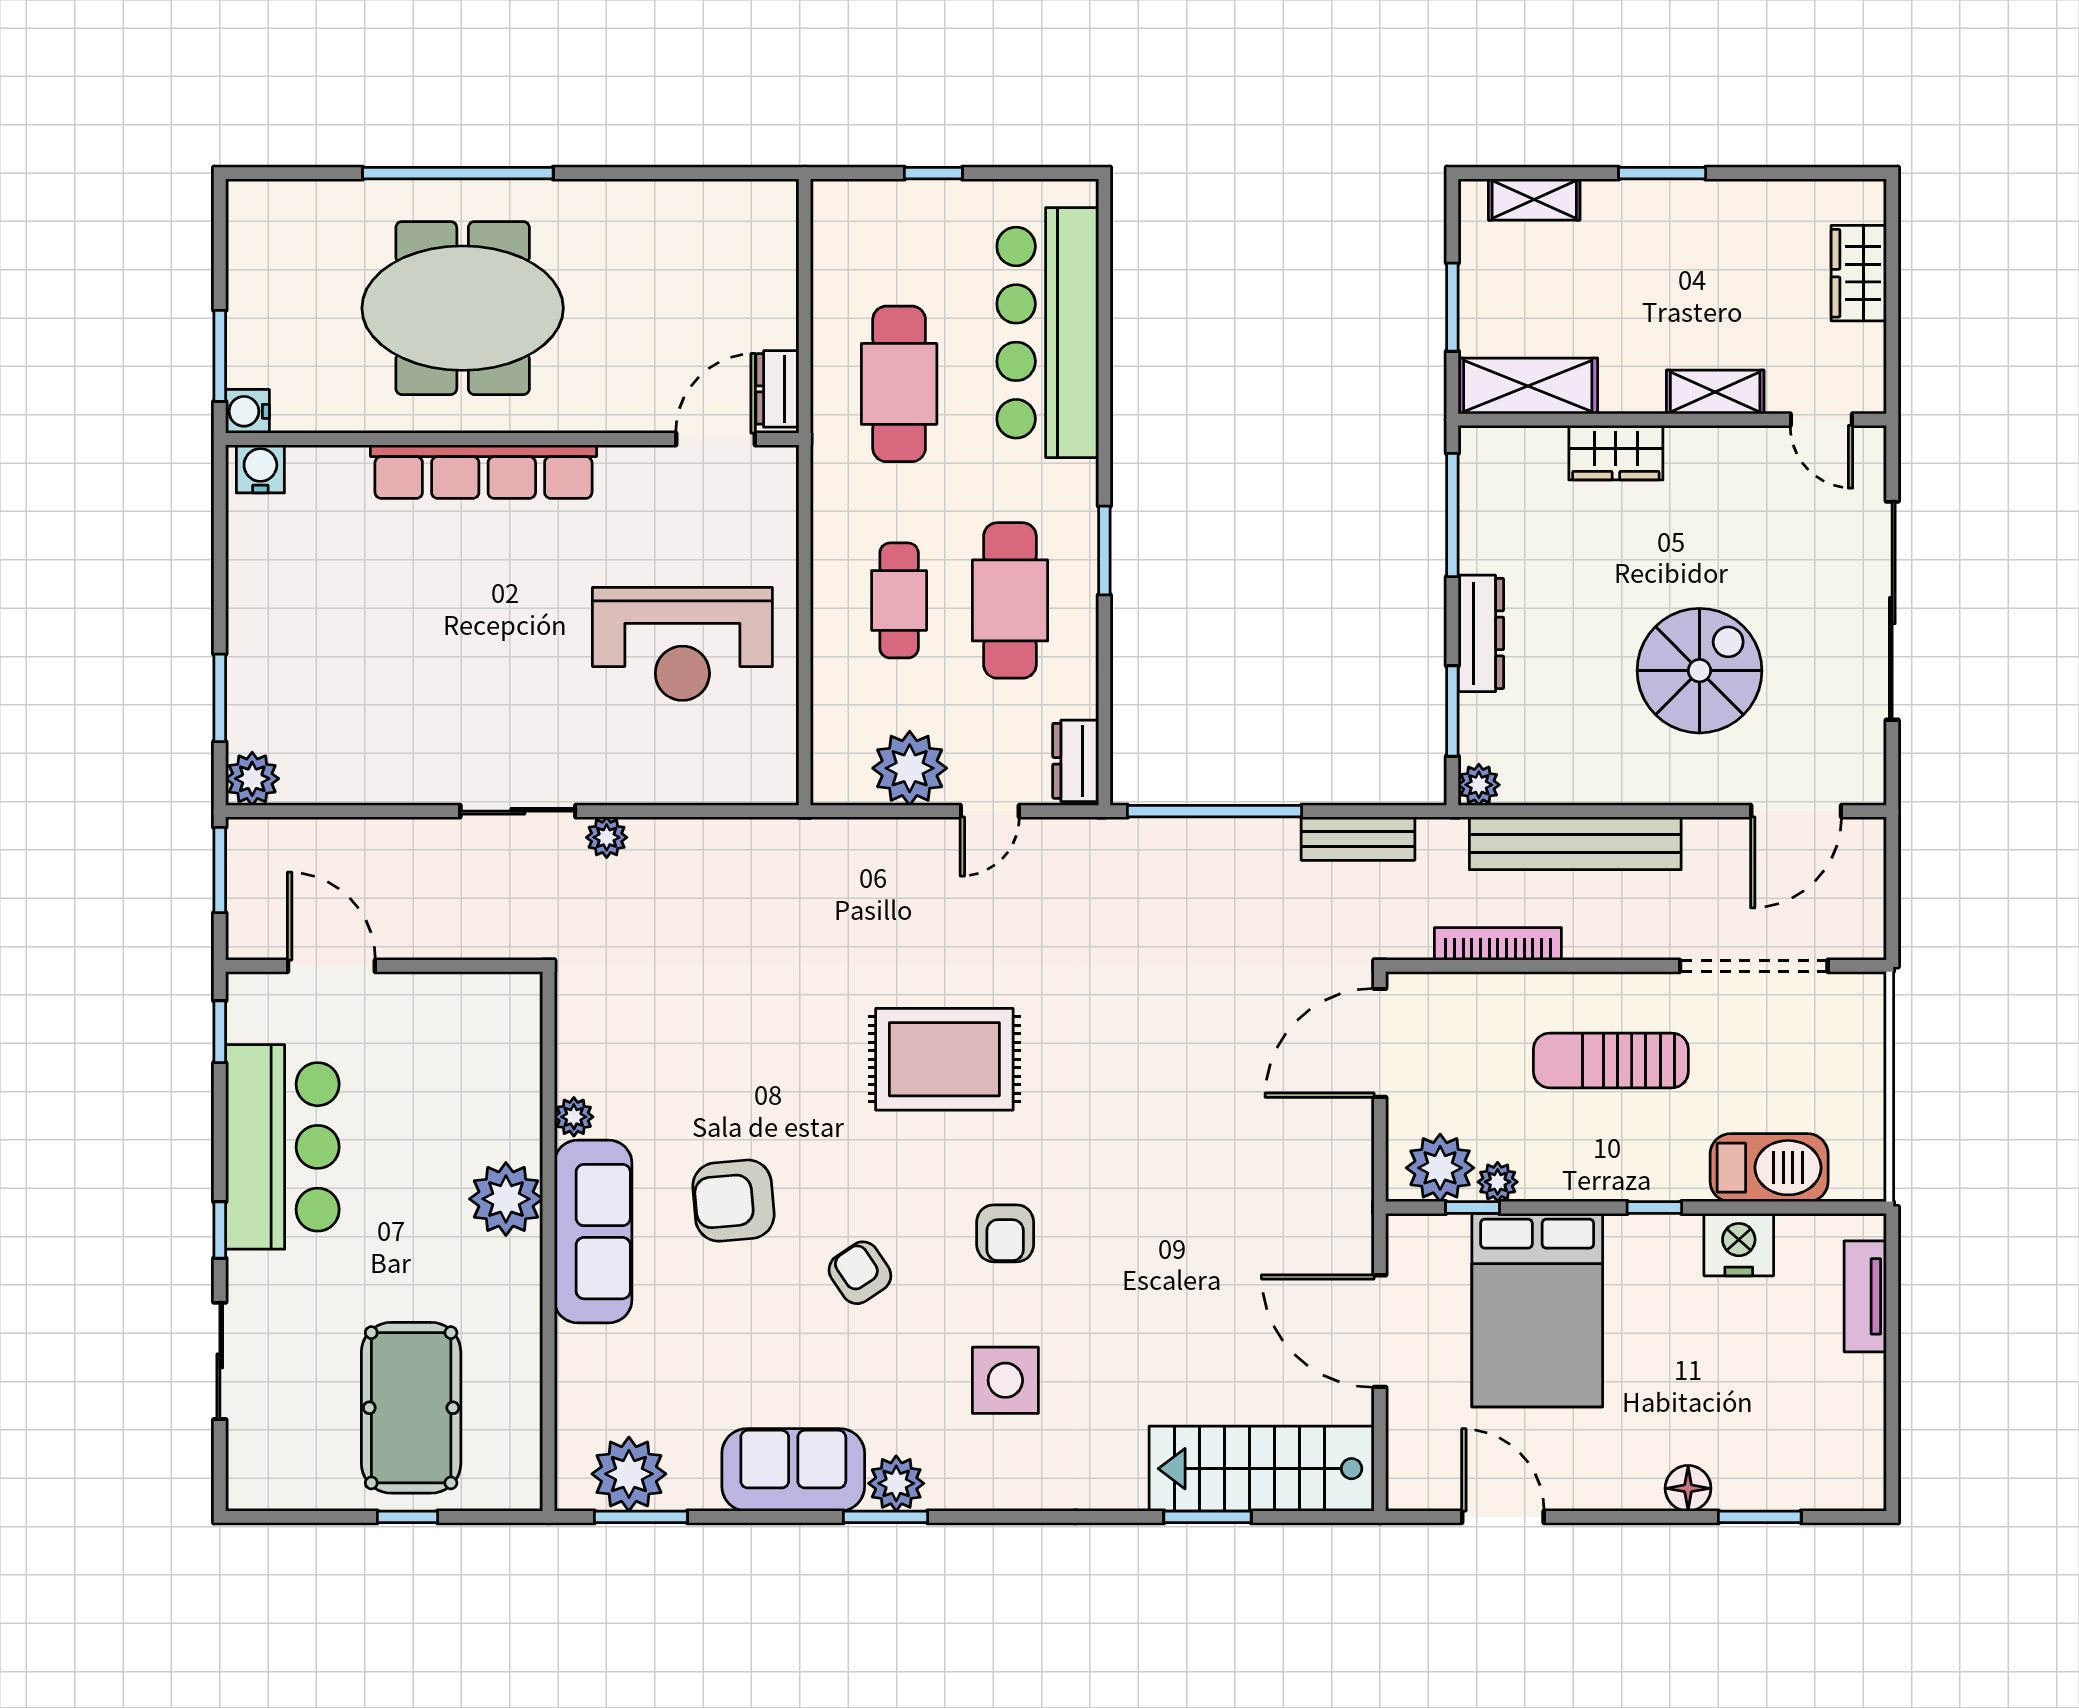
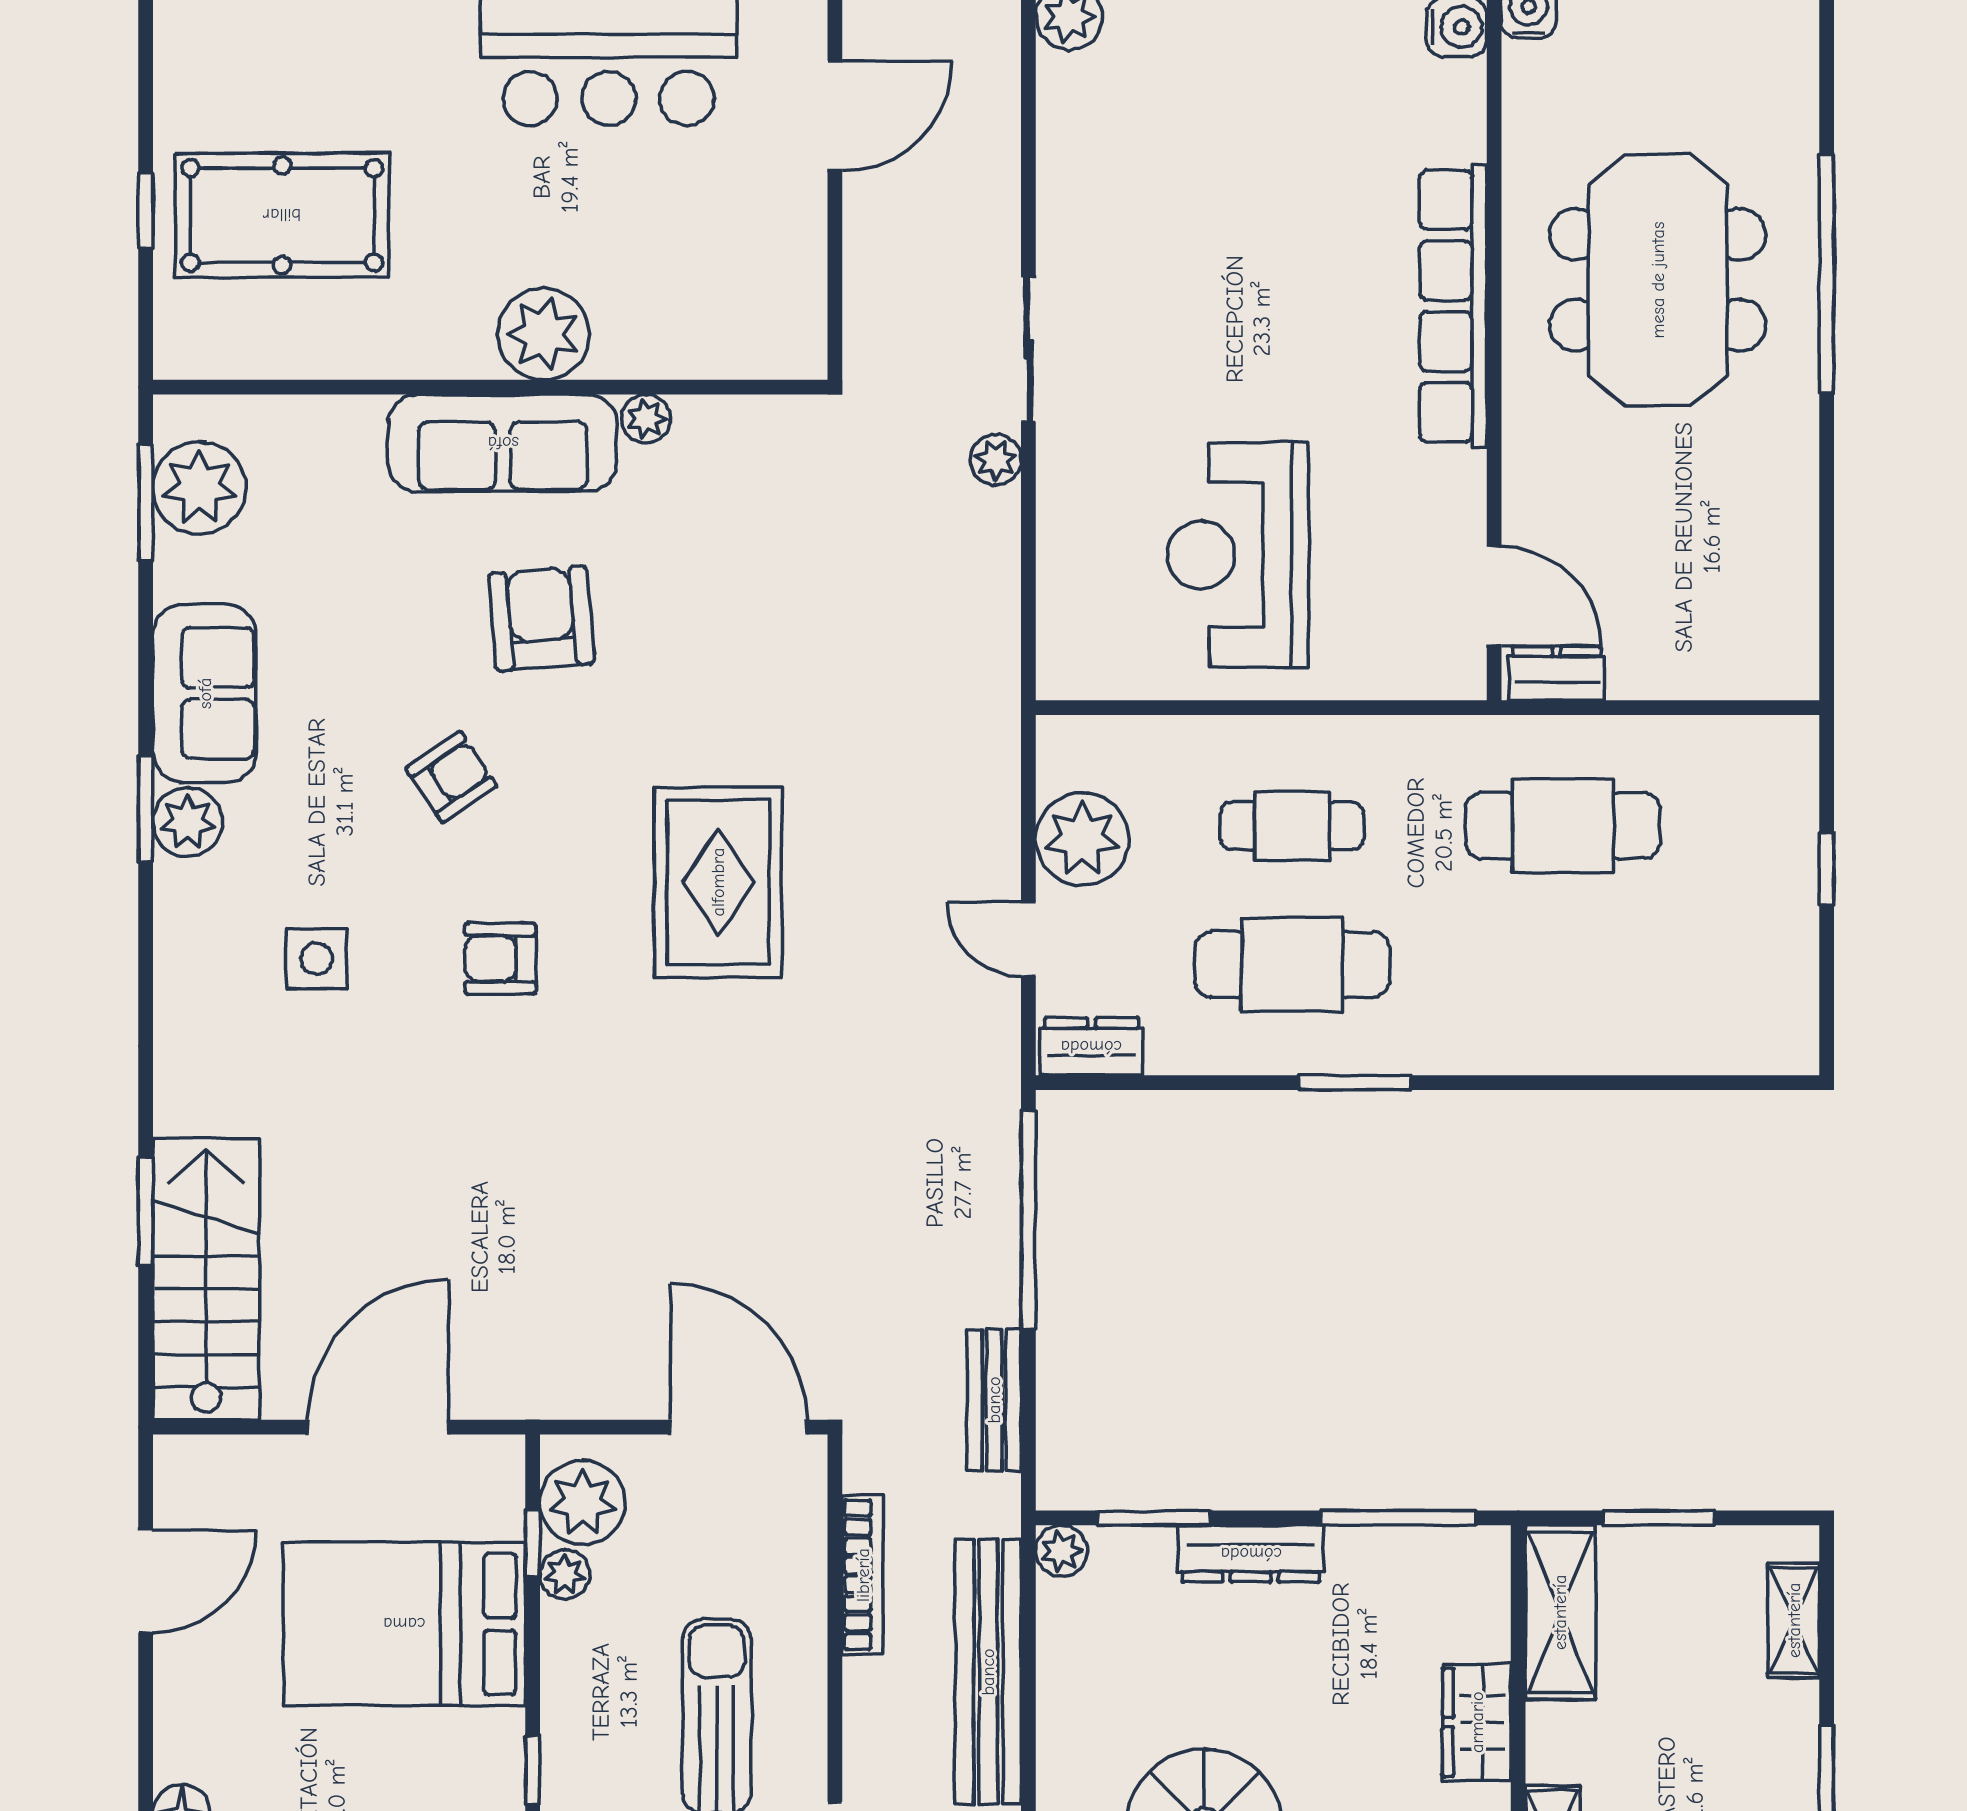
bar counter: (1048, 333) -> (1627, 1012), removed
side table: (1005, 1380) -> (317, 959), width x0.73, depth x0.73

